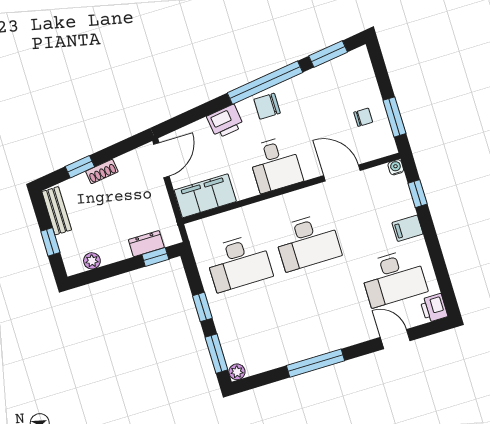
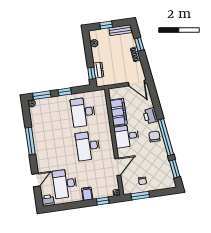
filing cabinet: (205, 196) -> (118, 112), moved

